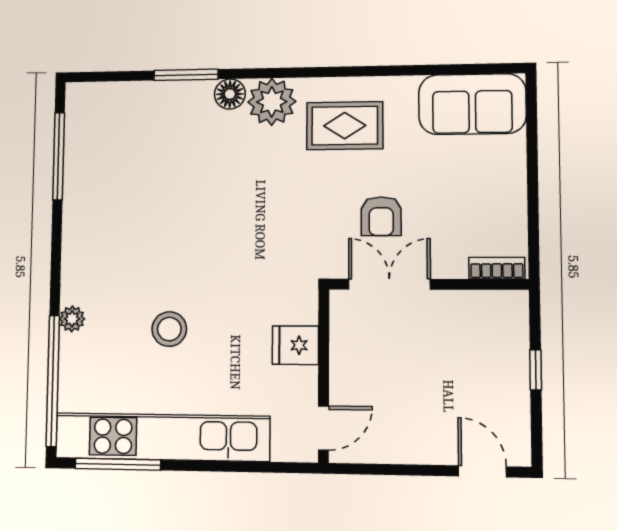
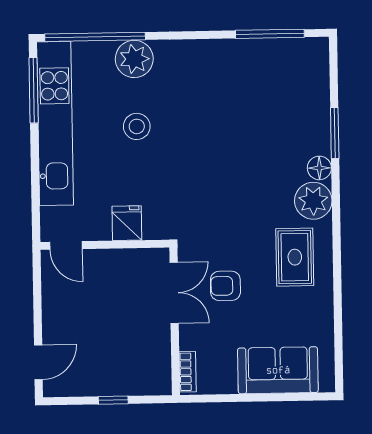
sofa: (472, 104) -> (278, 370), moved, turned 90
plant: (72, 319) -> (134, 59), width x1.88, depth x1.88

